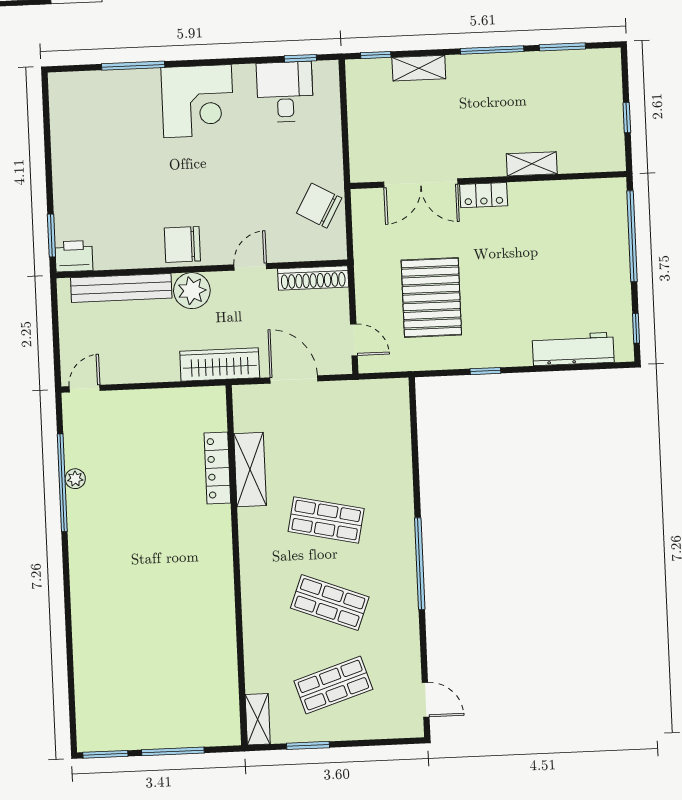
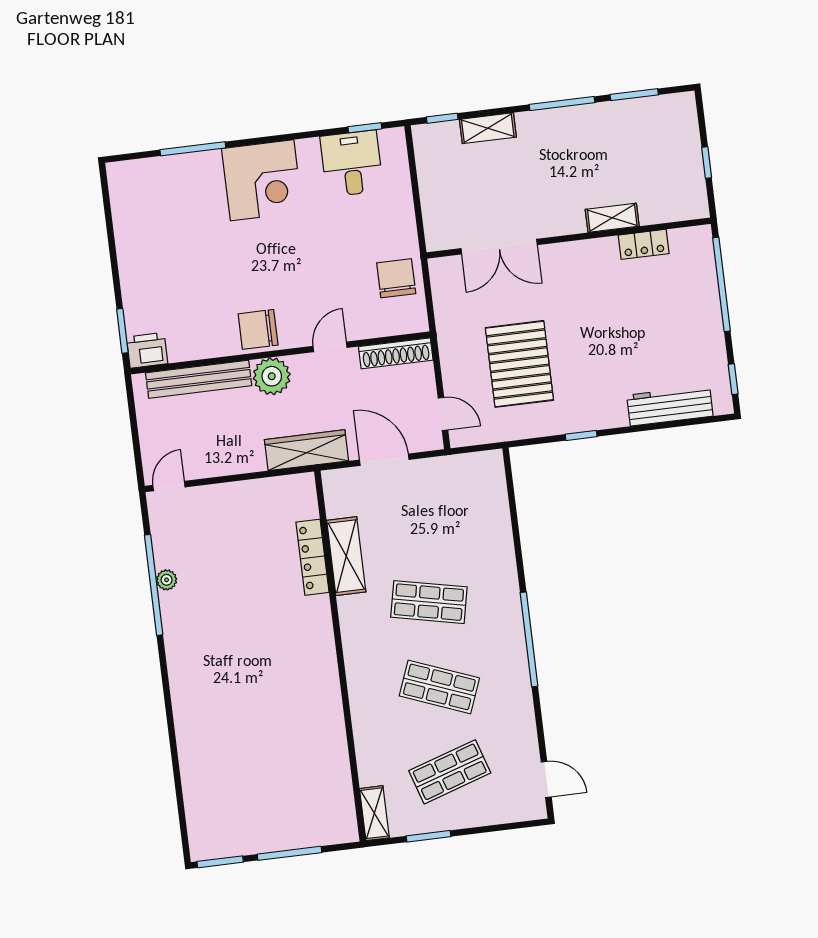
locker: (484, 195) -> (644, 244), moved
chair: (319, 206) -> (396, 278), turned 61

